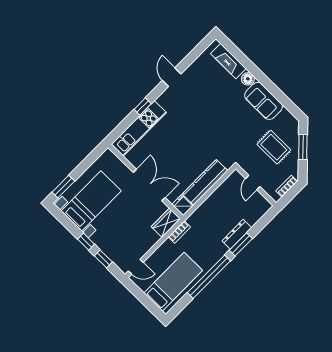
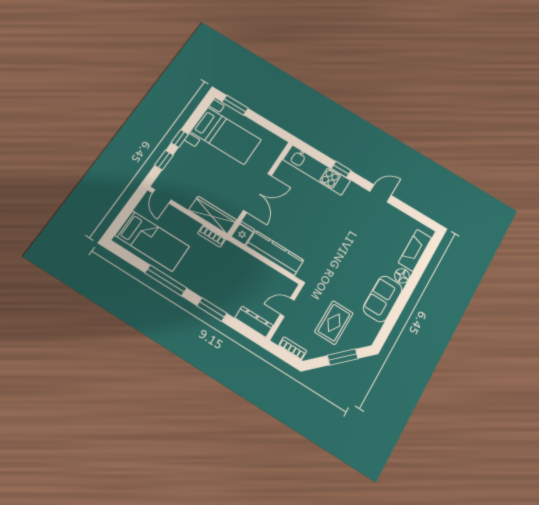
wardrobe: (166, 223) -> (213, 215), width x1.50
dresser: (237, 234) -> (254, 322), moved
window: (209, 277) -> (166, 280), width x0.68

